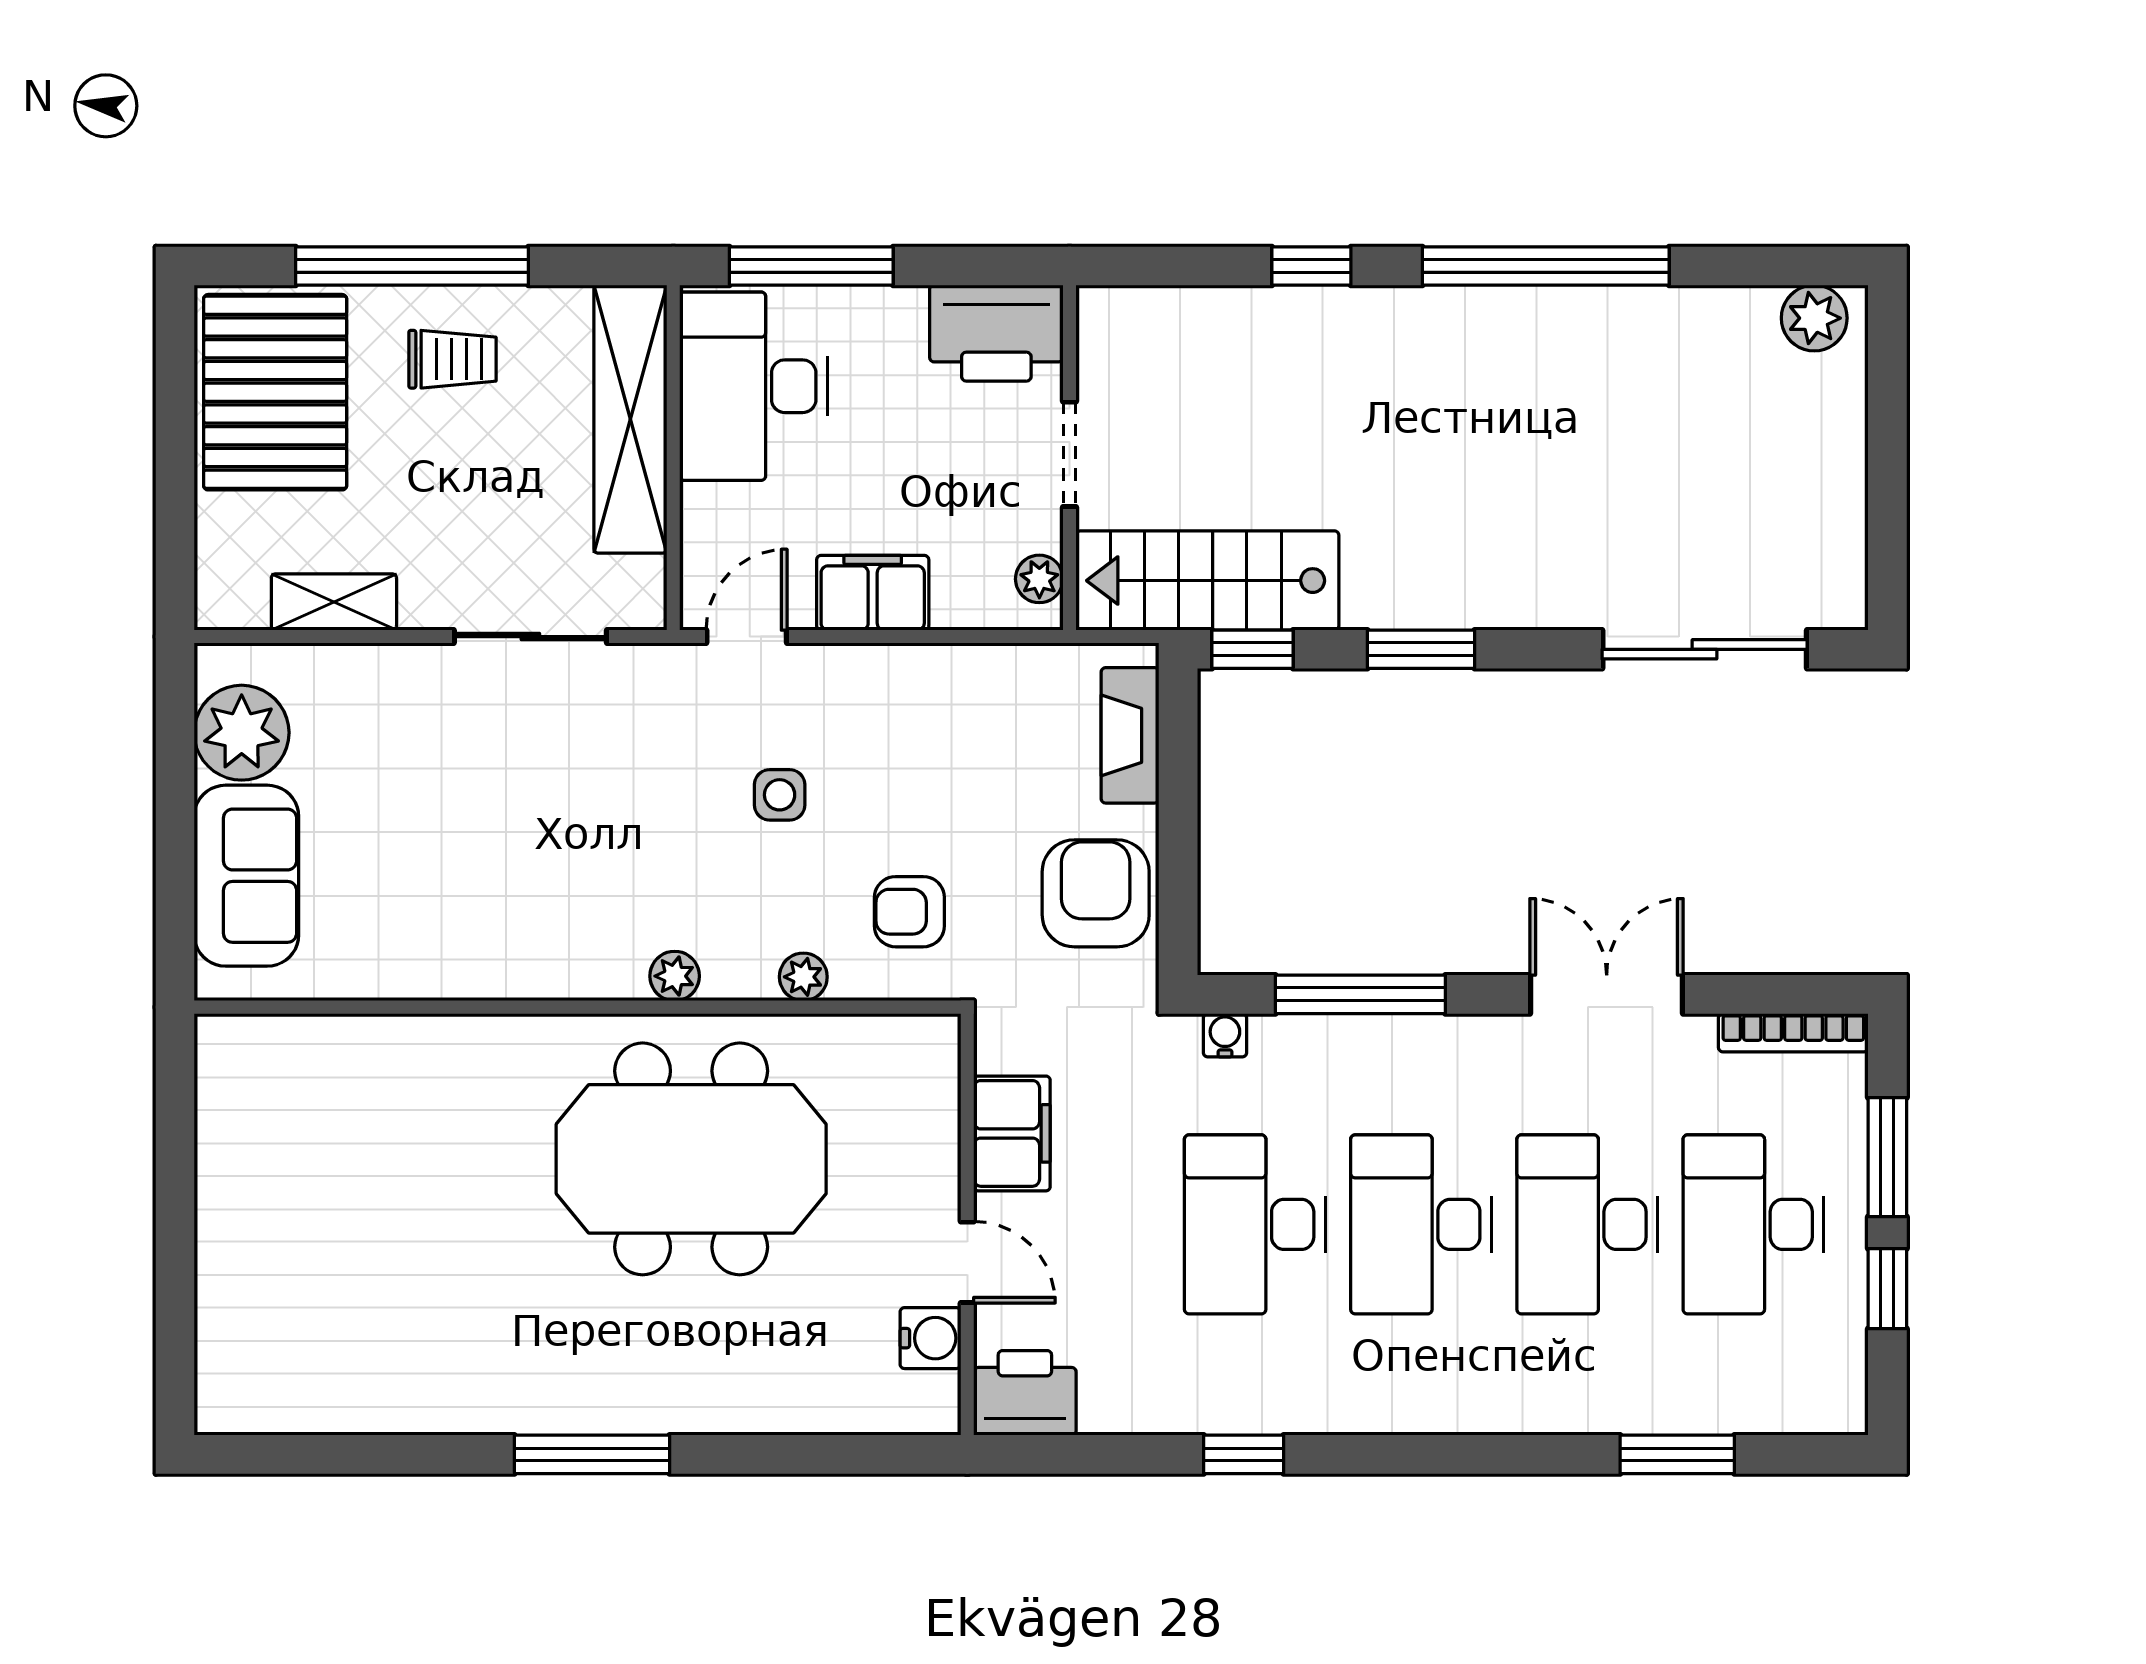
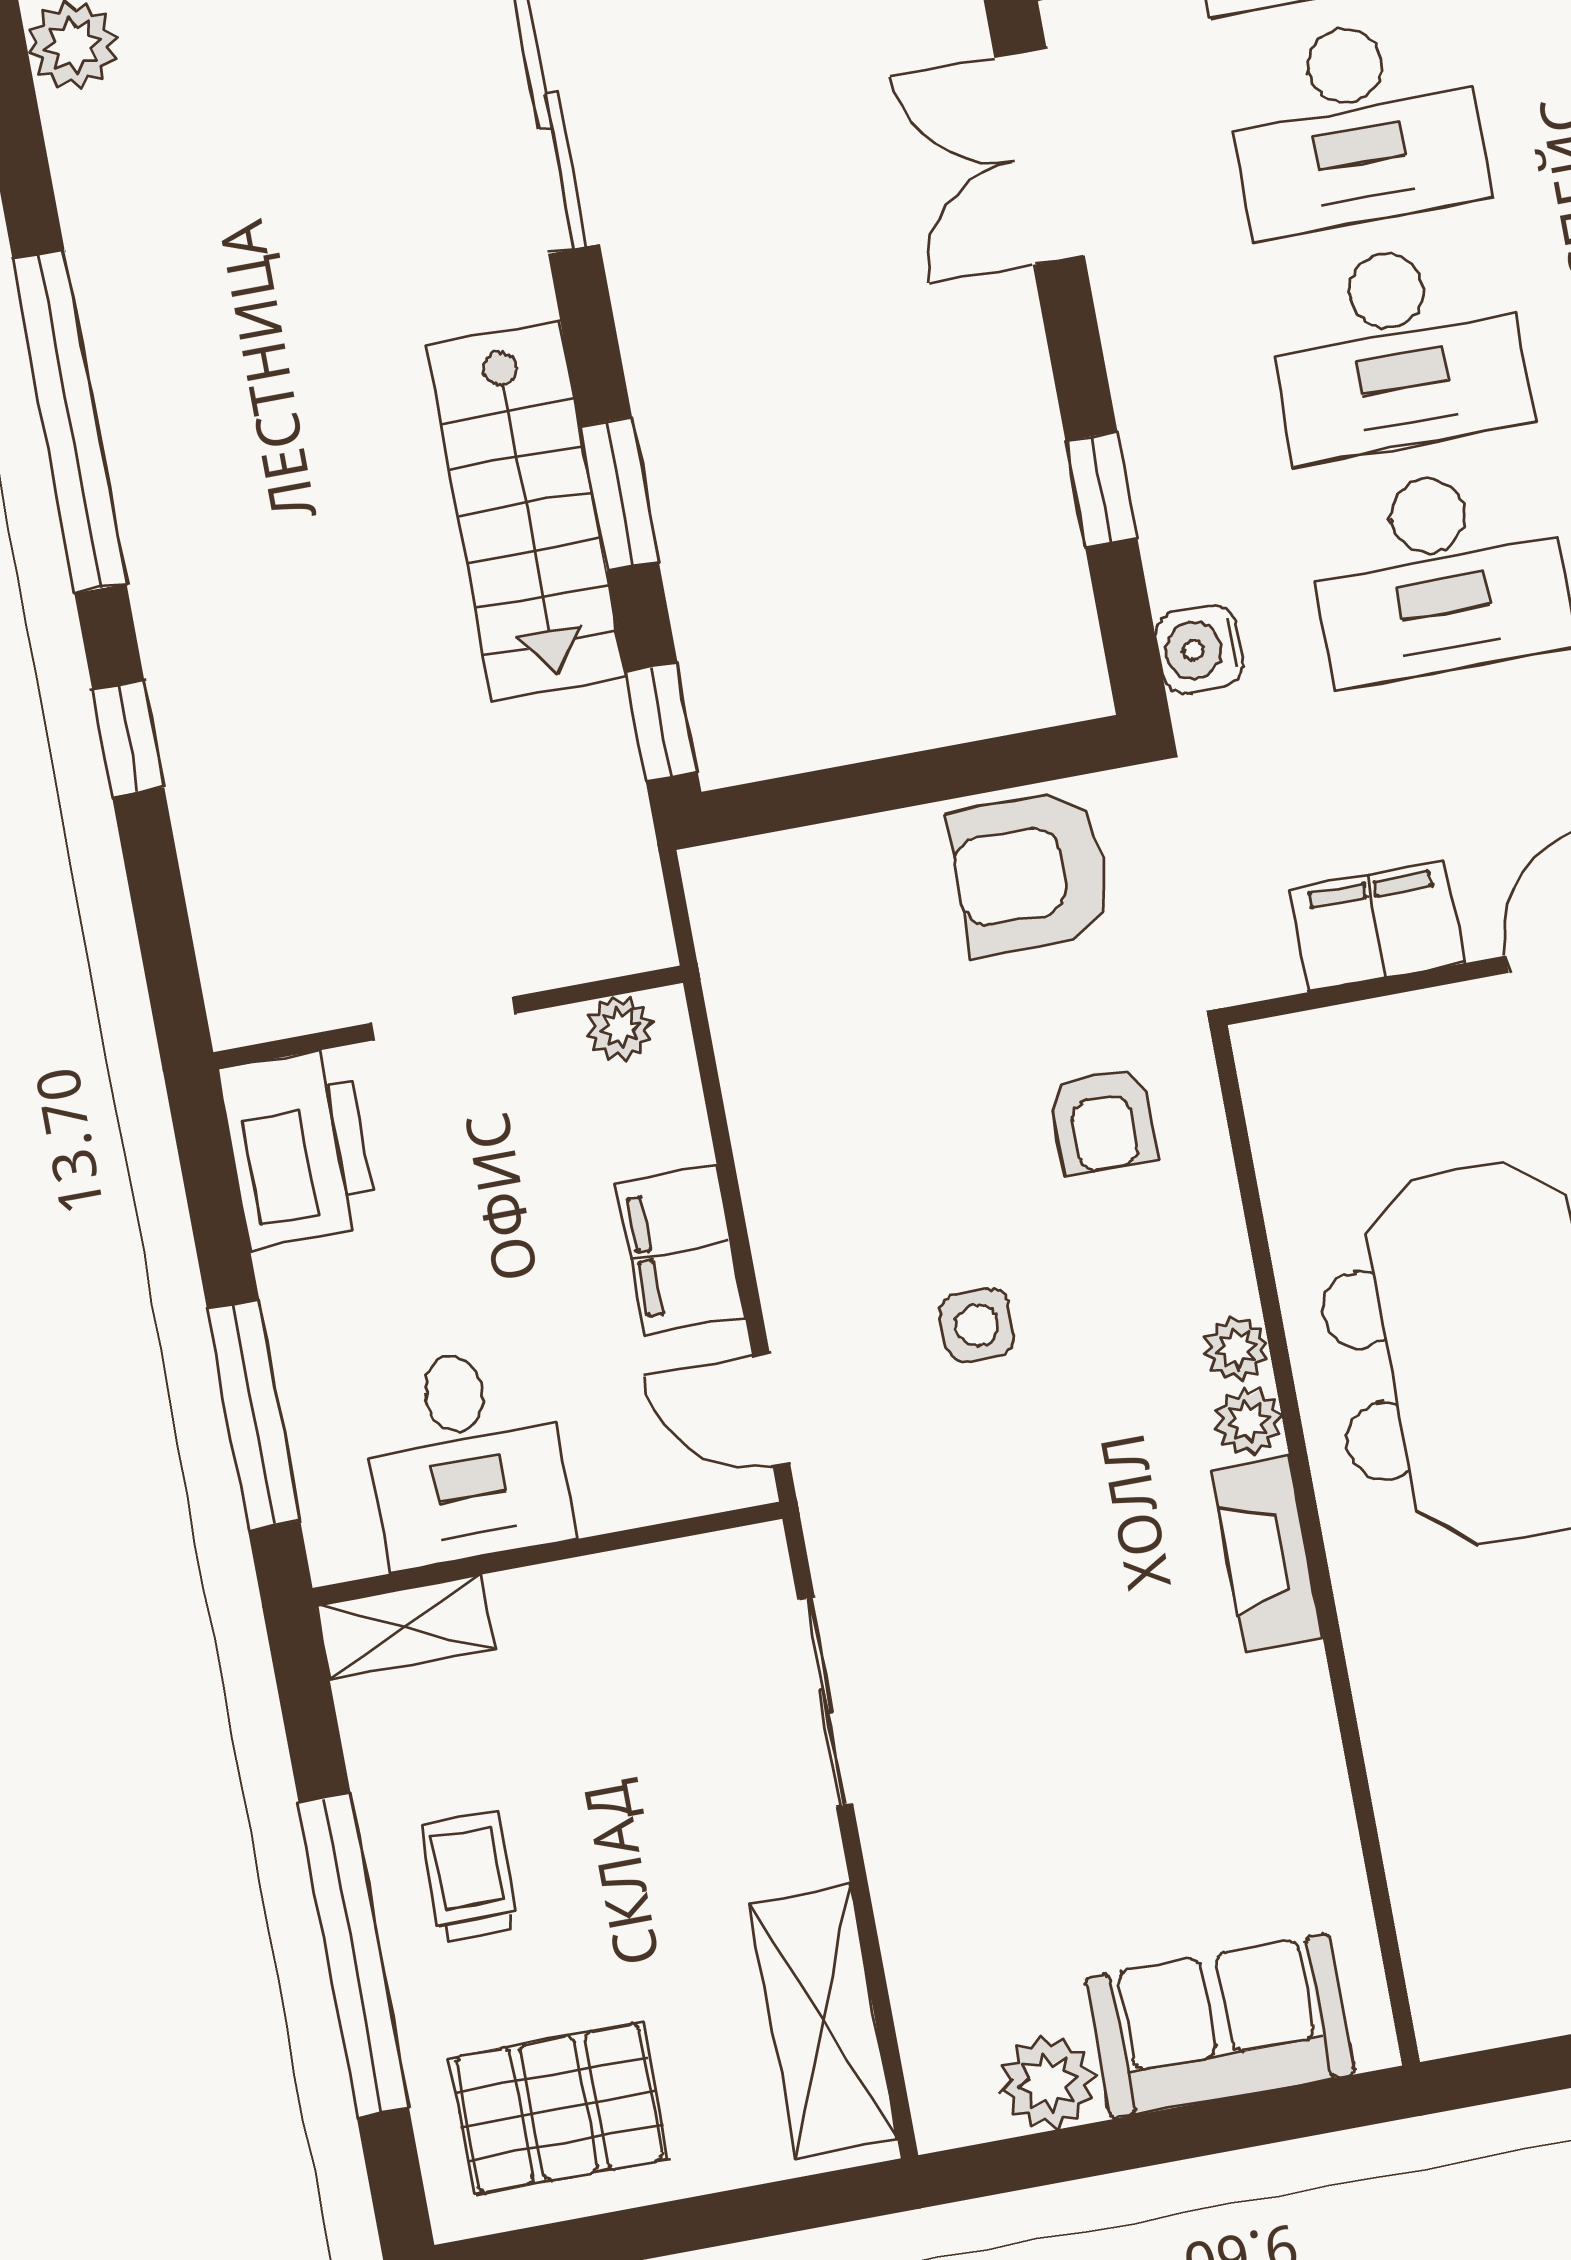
desk: (754, 386) -> (465, 1456), width x0.73
pallet: (275, 392) -> (559, 2108), width x0.73, depth x0.71
shelving: (630, 419) -> (405, 1627), width x0.45, depth x0.75
stairs: (1207, 581) -> (526, 511), moved
shelving: (334, 602) -> (823, 2021), width x1.50, depth x1.33
plant: (242, 733) -> (1048, 2082), width x0.73, depth x0.73
fireplace: (1130, 735) -> (1267, 1555), moved, turned 90
plant: (803, 977) -> (1236, 1349), moved
window: (1360, 994) -> (1101, 489), width x0.46
water cooler: (1225, 1035) -> (1200, 649), width x1.38, depth x1.38

